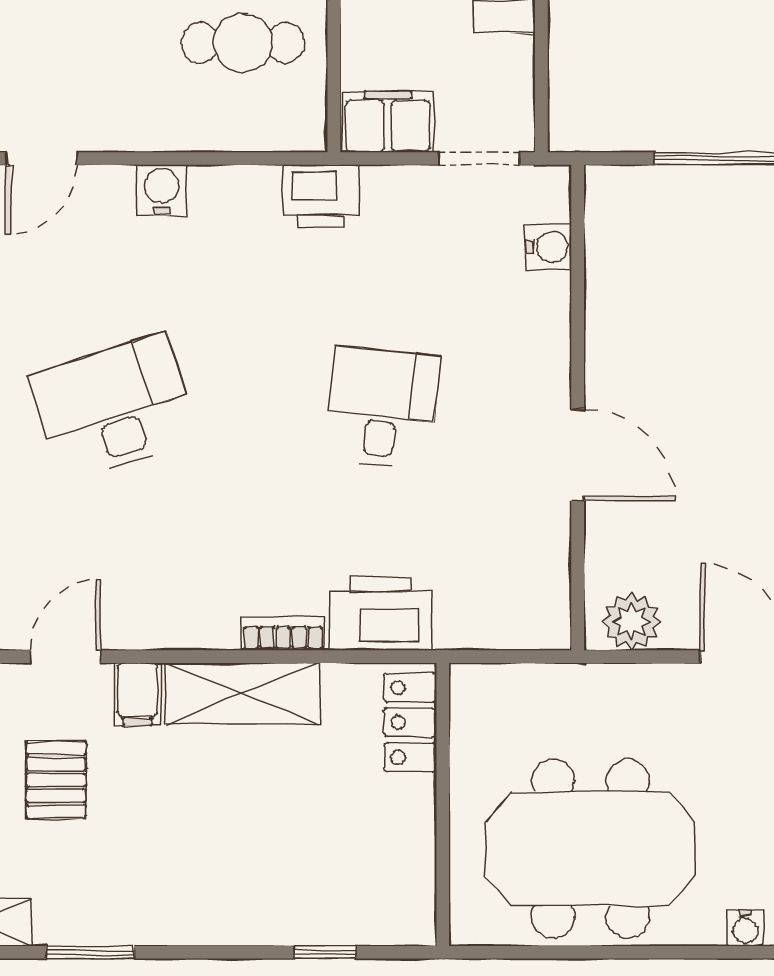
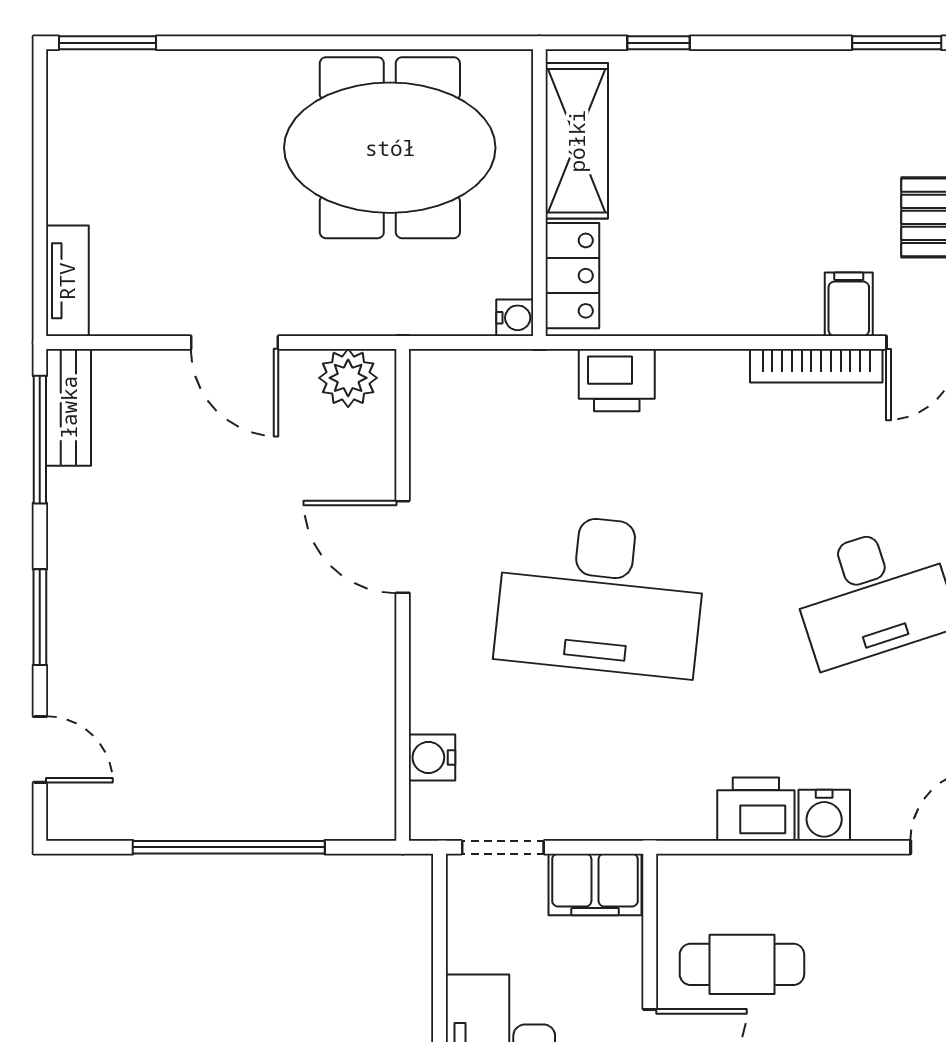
printer: (321, 196) -> (756, 809), moved
desk: (382, 408) -> (601, 595), width x1.87, depth x1.30
printer: (380, 613) -> (617, 380), width x0.73, depth x0.84
bookcase: (283, 634) -> (816, 366), moved, width x1.56
shelving: (242, 693) -> (577, 141), moved, turned 90
water cooler: (745, 928) -> (515, 318), moved, turned 90

